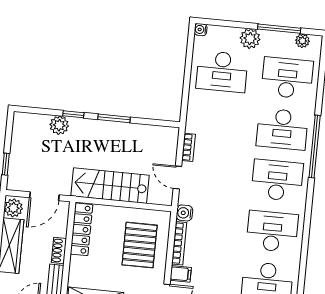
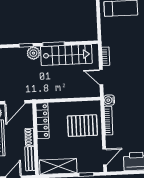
plant: (59, 125) -> (33, 53), moved
stairs: (110, 186) -> (66, 55), moved, turned 180
pallet: (140, 245) -> (82, 126), turned 90
filing cabinet: (181, 274) -> (112, 141), removed

